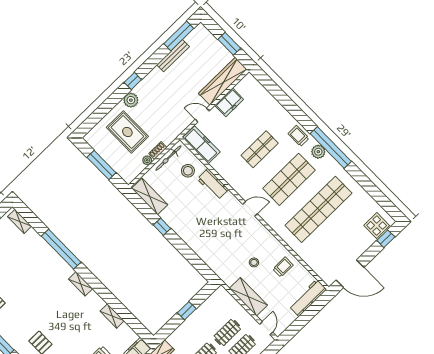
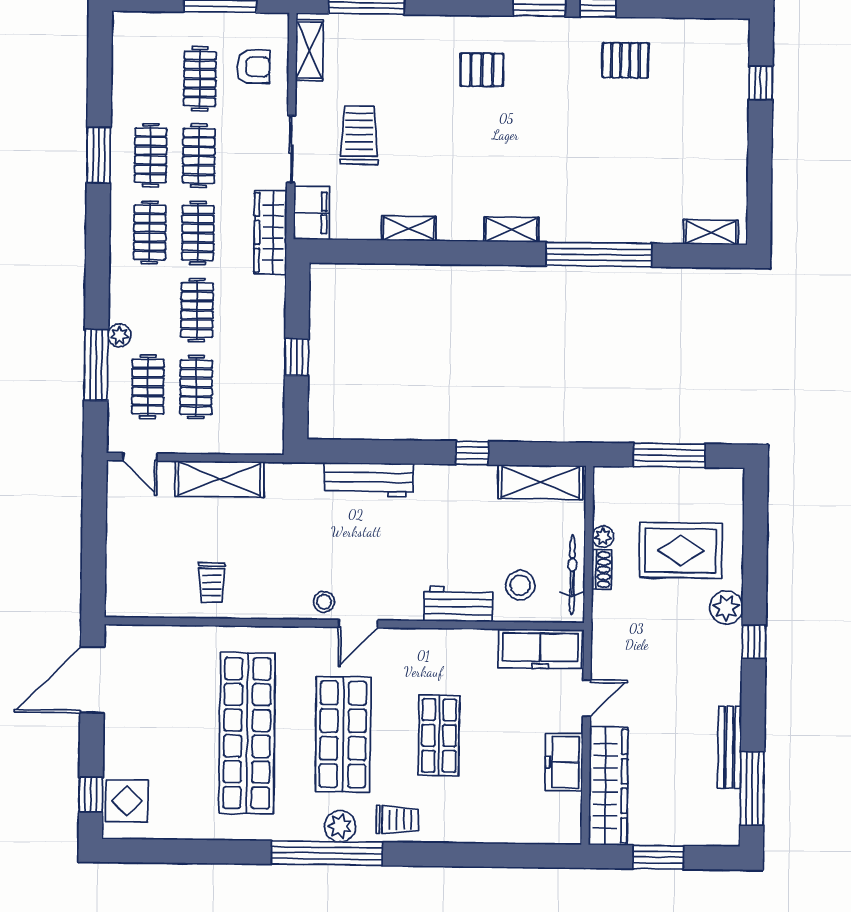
stool: (254, 262) -> (324, 602), moved
workbench: (308, 298) -> (369, 480), moved, turned 90

